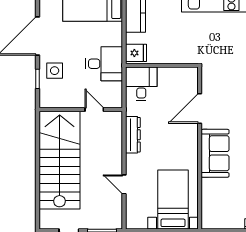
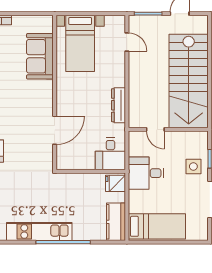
sofa: (215, 153) -> (40, 56), moved
door: (124, 184) -> (127, 42), moved

